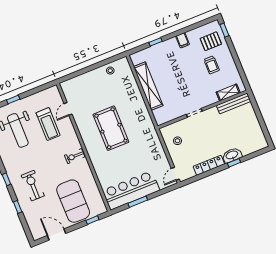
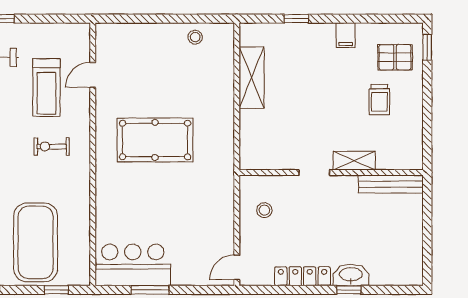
shelving: (148, 86) -> (252, 77), width x0.68
shelving: (228, 92) -> (354, 161), moved
pool table: (111, 128) -> (155, 140), turned 90
exercise bike: (75, 156) -> (52, 147), moved
bar counter: (131, 190) -> (133, 265), width x0.73

